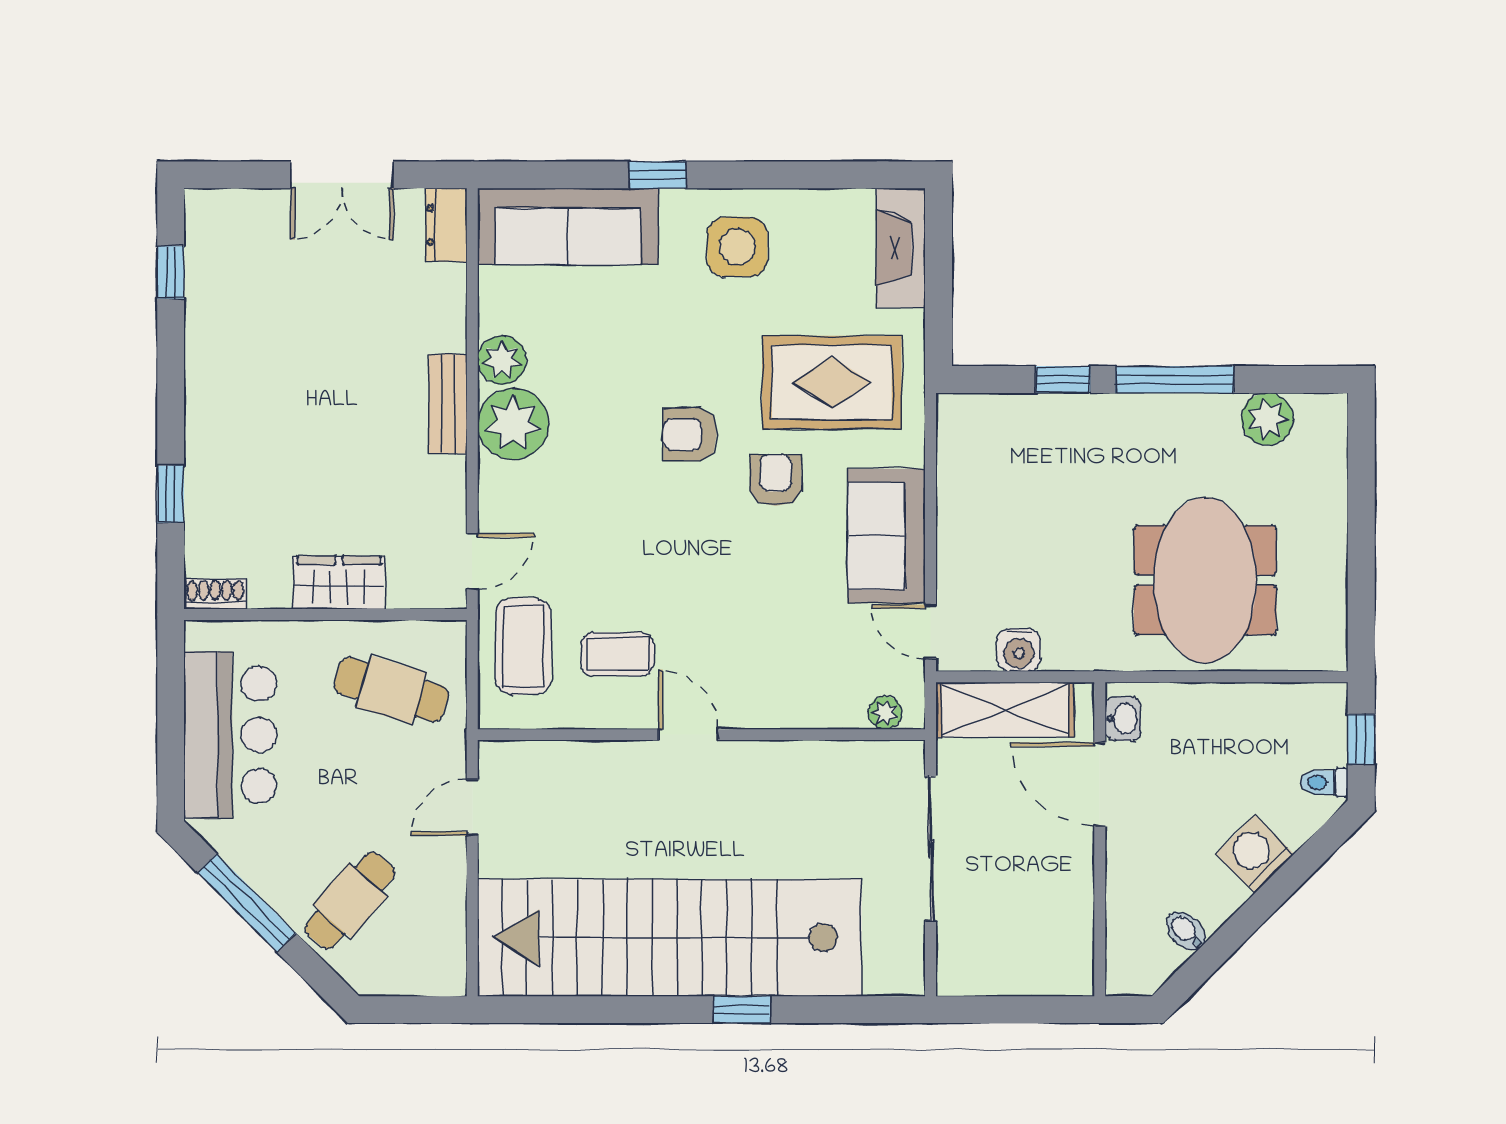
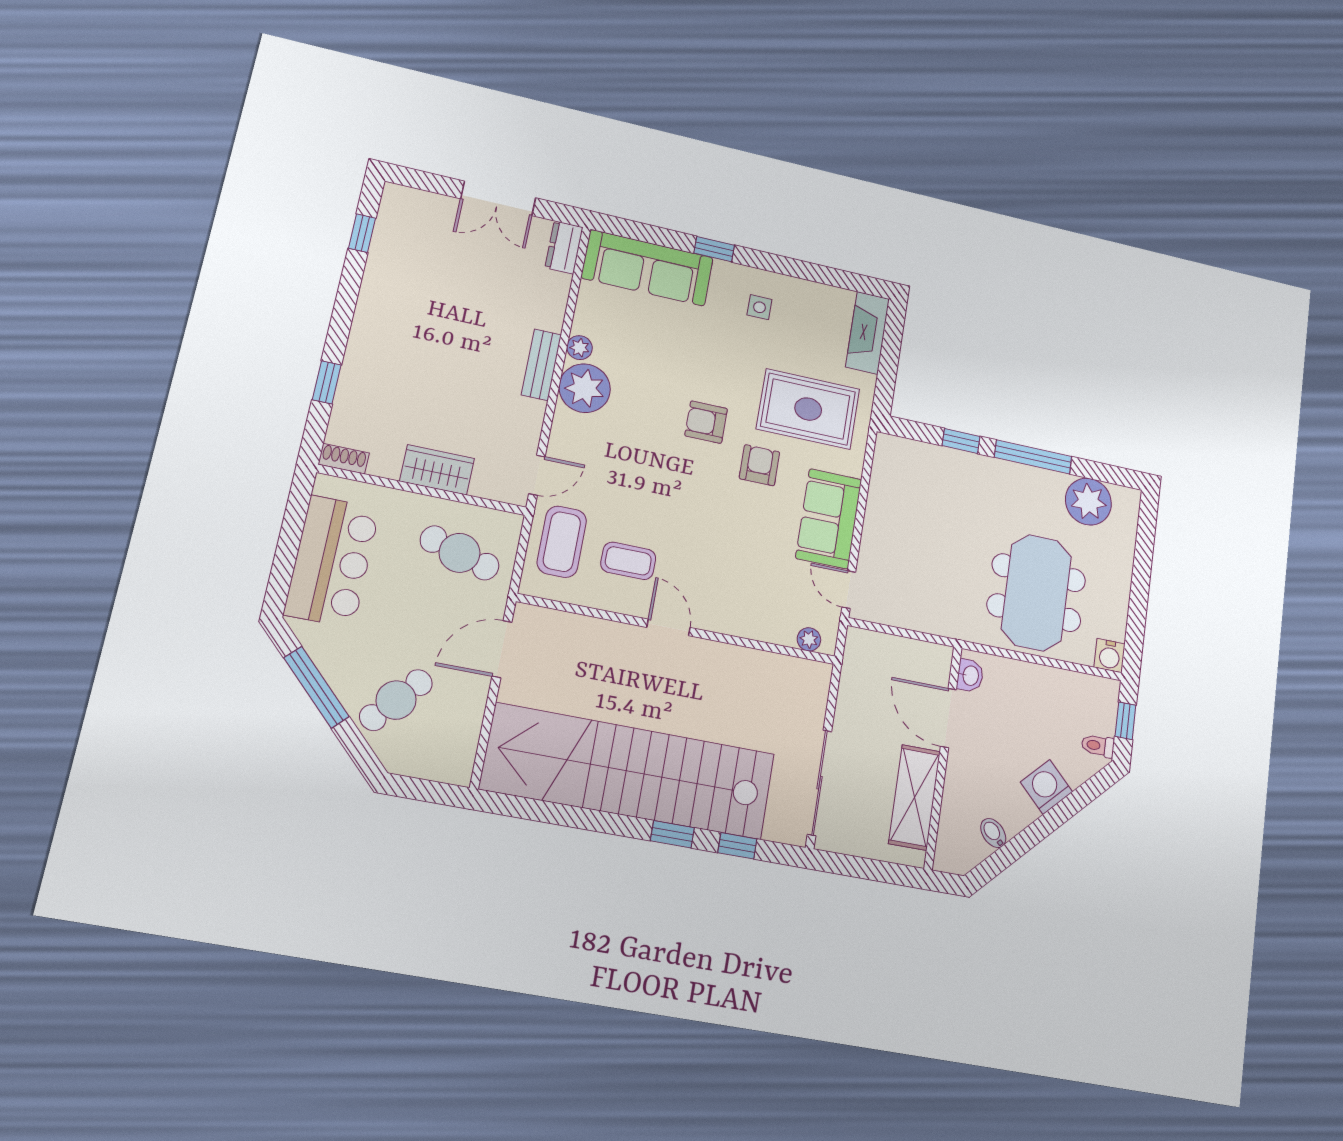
side table: (737, 247) -> (760, 307), width x0.54, depth x0.54
plant: (502, 360) -> (580, 348), width x0.73, depth x0.73
plant: (1267, 419) -> (1088, 502), width x1.36, depth x1.36
water cooler: (1019, 650) -> (1110, 656), moved
shelving: (1005, 710) -> (914, 797), moved, turned 90
door: (472, 808) -> (502, 649), width x1.38
sliding door: (931, 849) -> (819, 783), moved
window: (832, 1010) -> (737, 846), added

